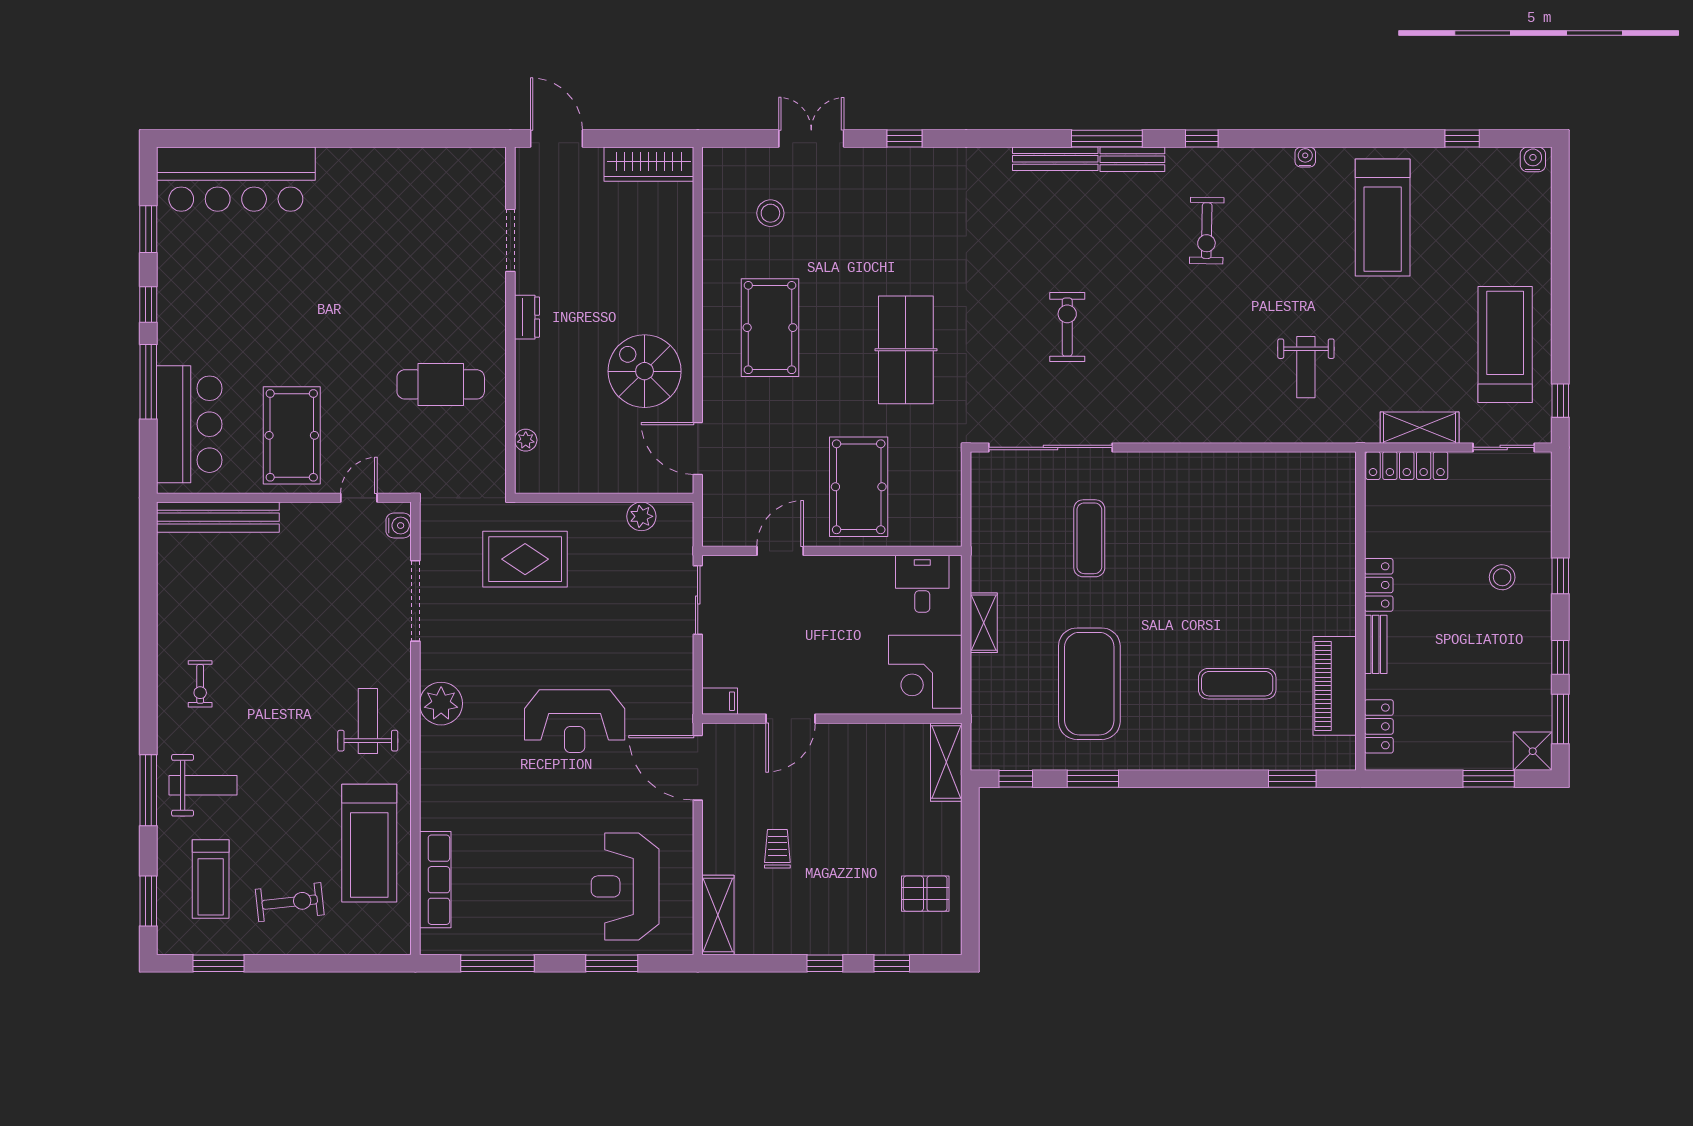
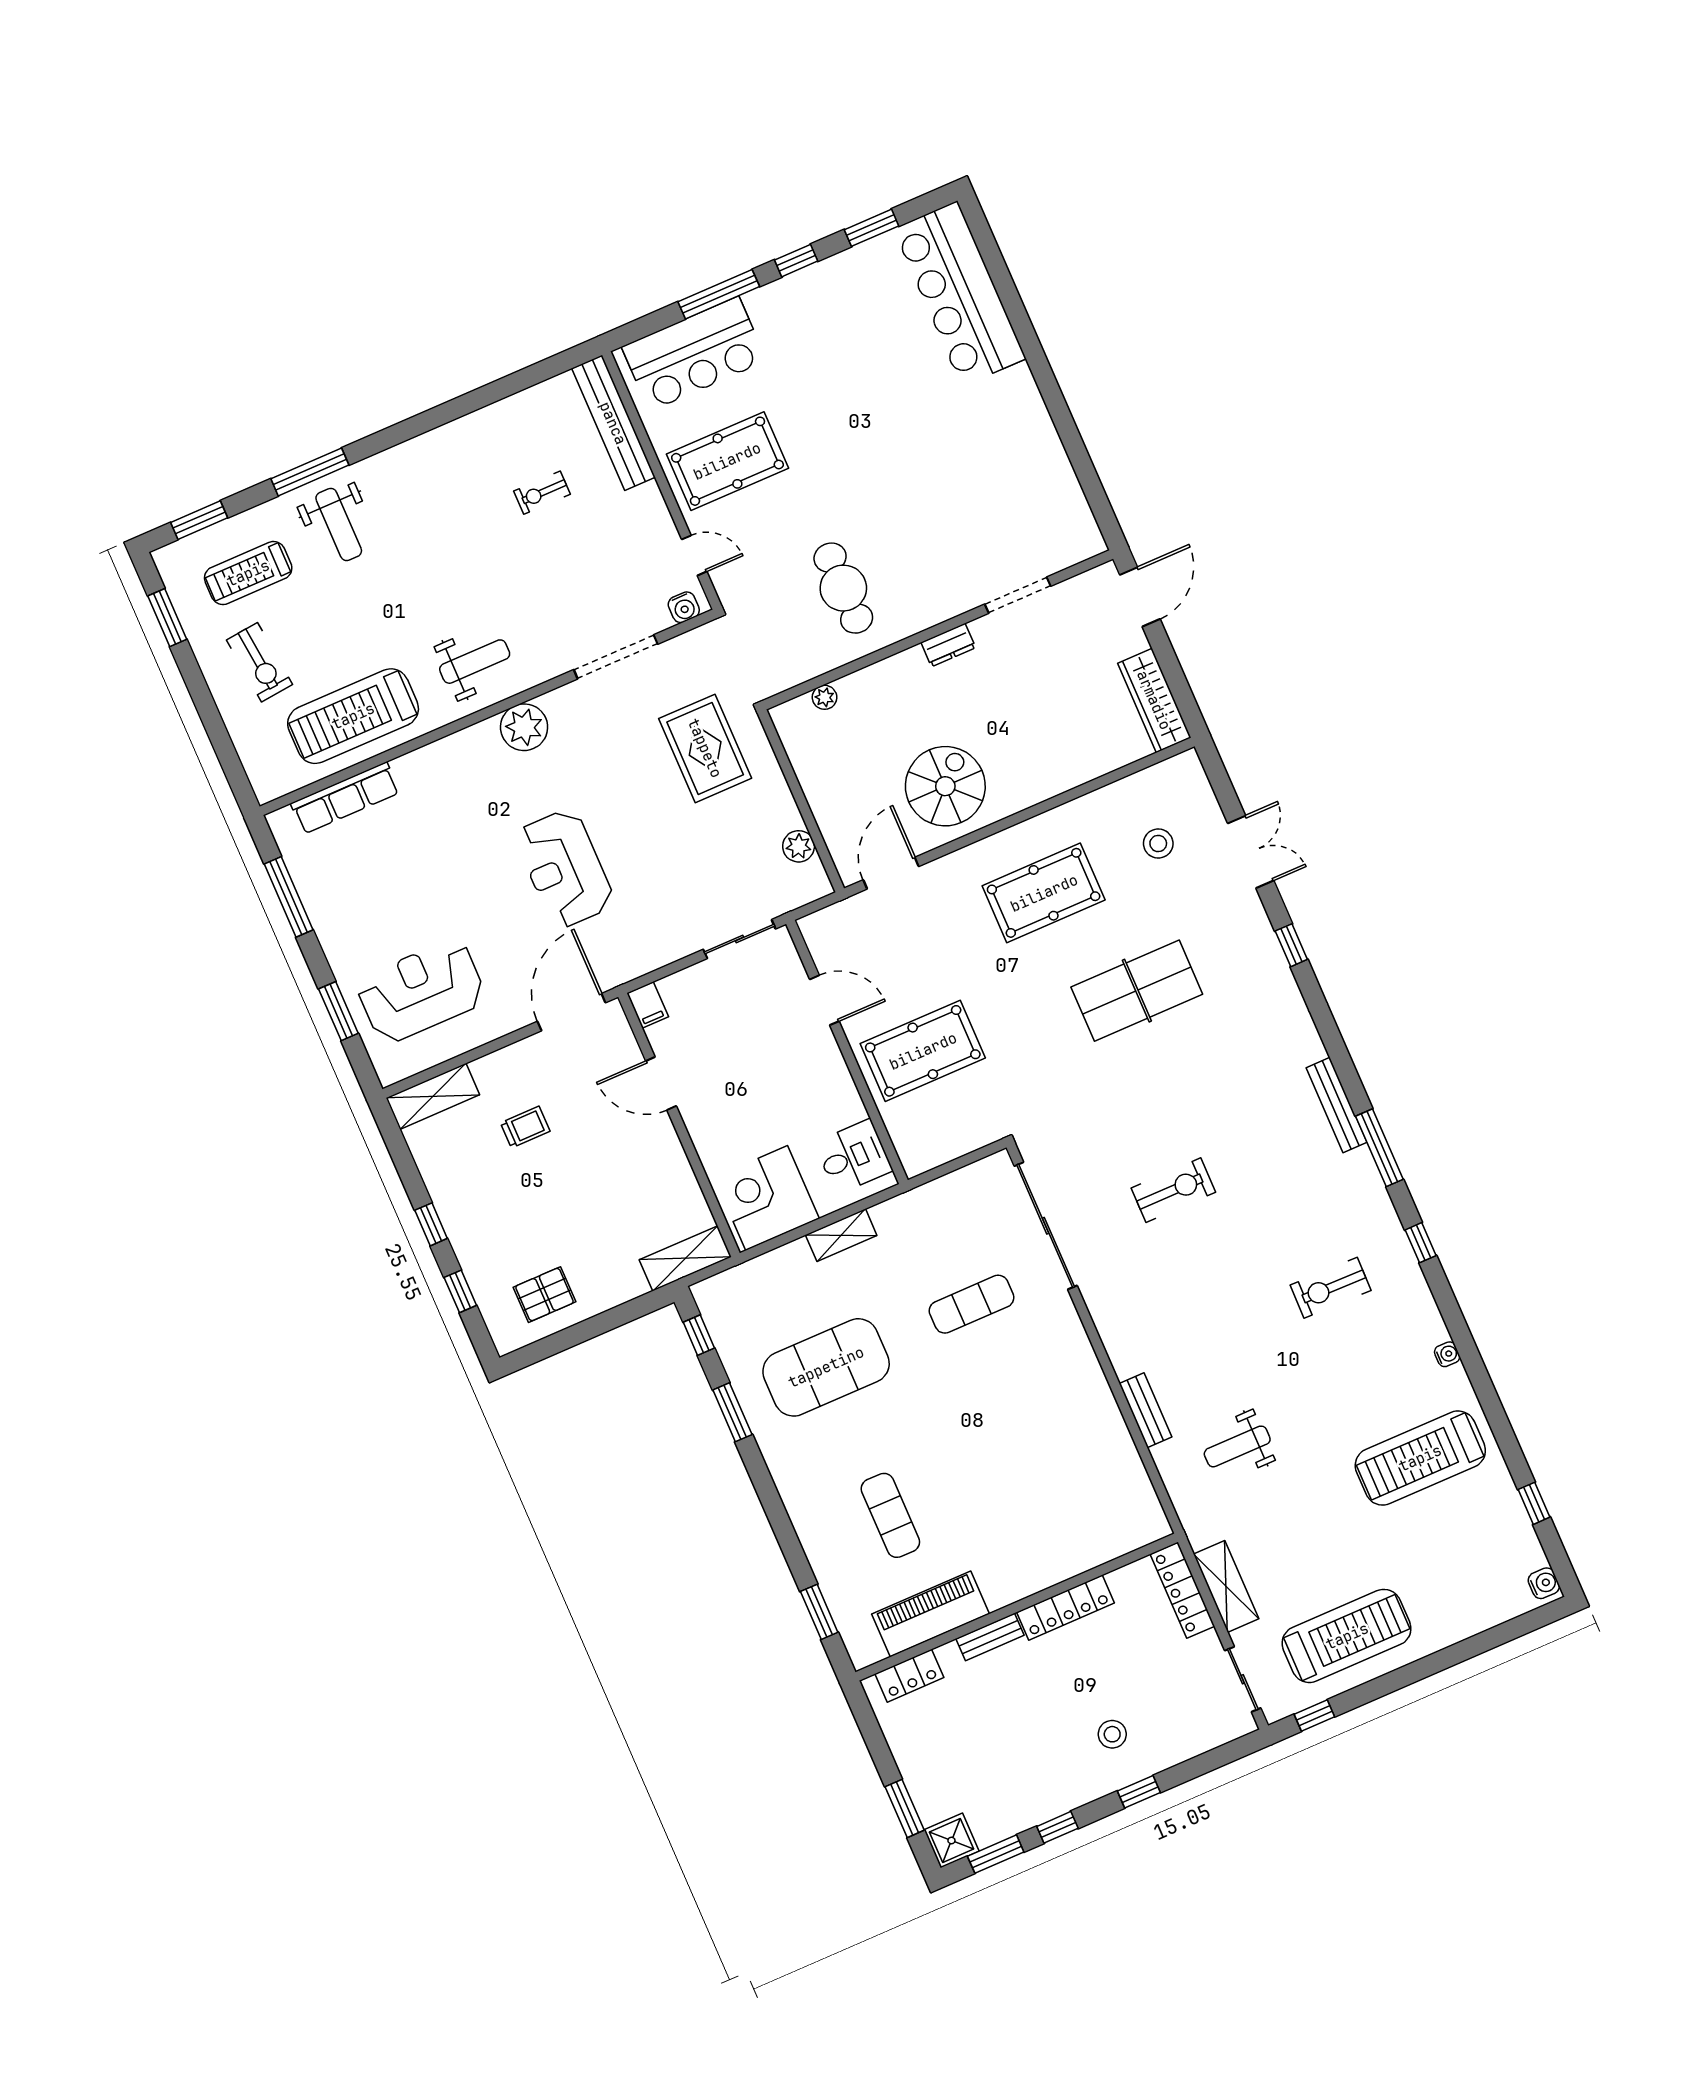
bench: (1132, 159) -> (1145, 1410), moved
table tennis table: (906, 350) -> (1137, 991), moved
locker: (1379, 585) -> (1066, 1608), width x1.53
exercise bike: (200, 684) -> (542, 493), moved
pallet: (925, 894) -> (544, 1295), turned 90

